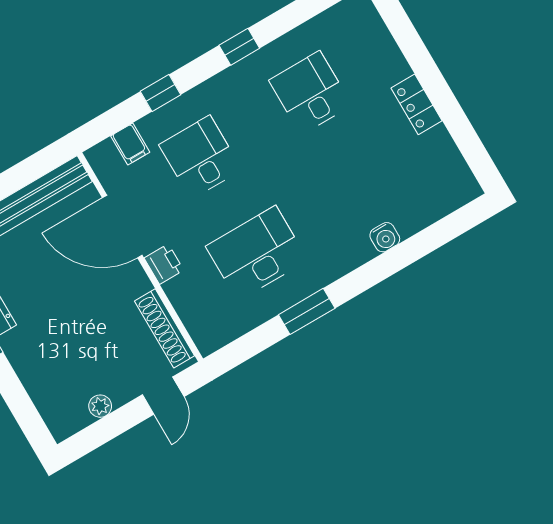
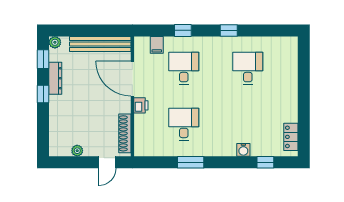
locker: (417, 104) -> (291, 137), moved
window: (435, 236) -> (265, 162), added
desk: (257, 253) -> (184, 124), width x0.73

